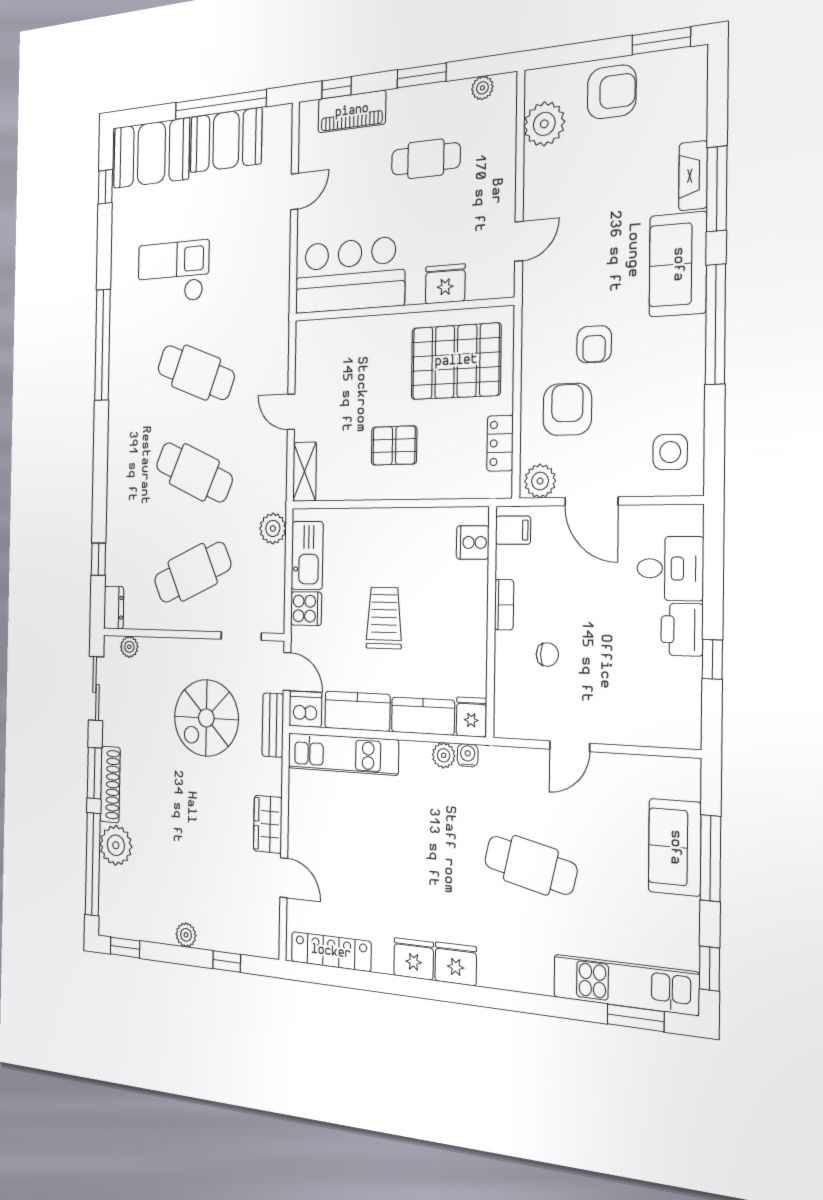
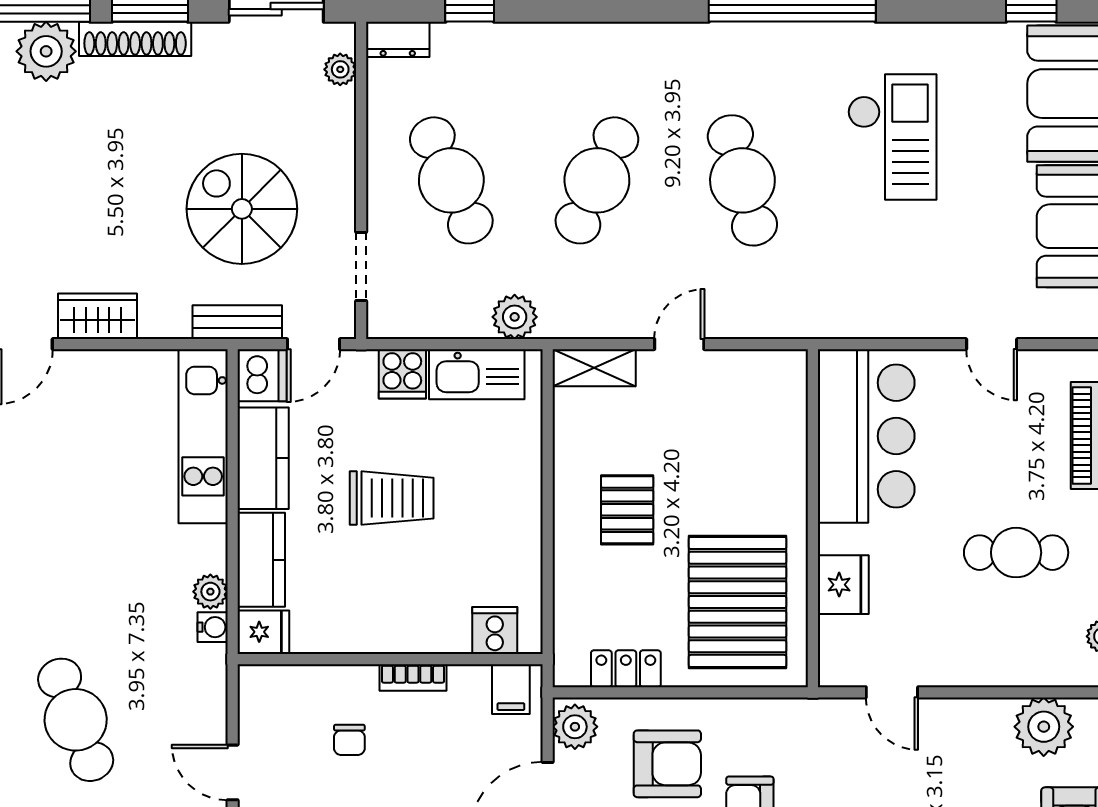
cafe table: (426, 159) -> (1016, 553), turned 90
cafe table: (196, 372) -> (742, 180), turned -36
cafe table: (531, 865) -> (76, 720), turned -34

